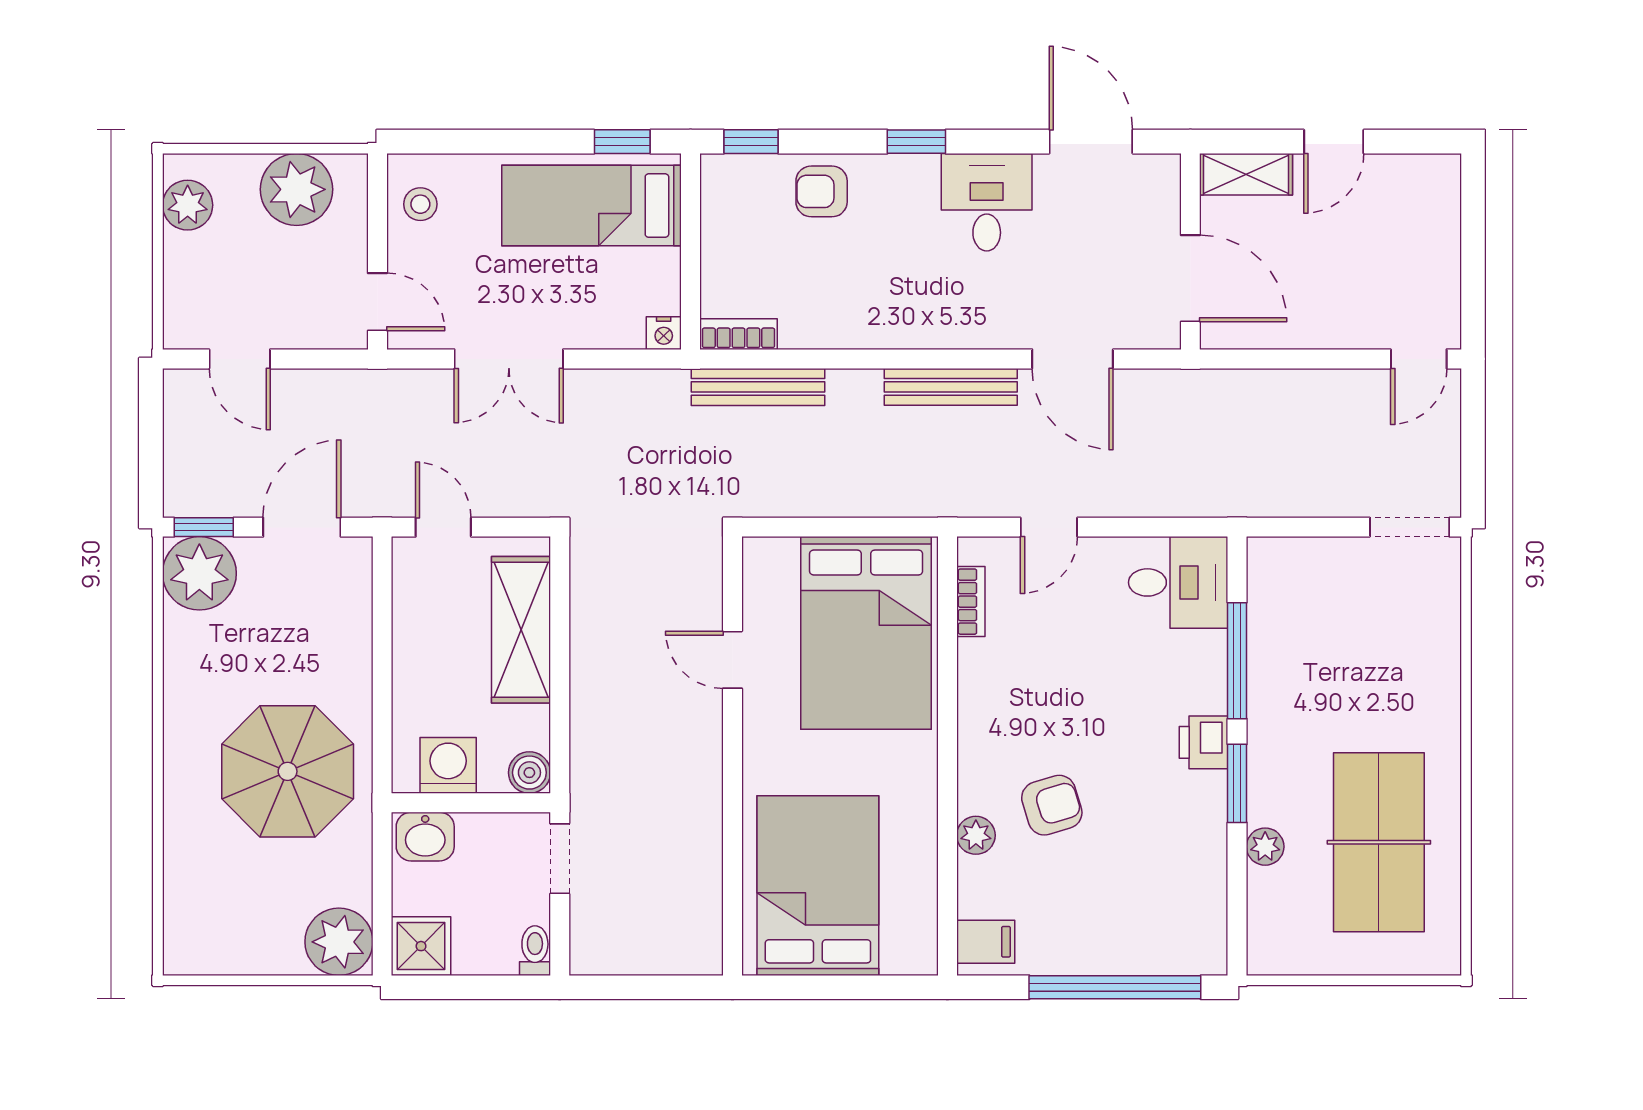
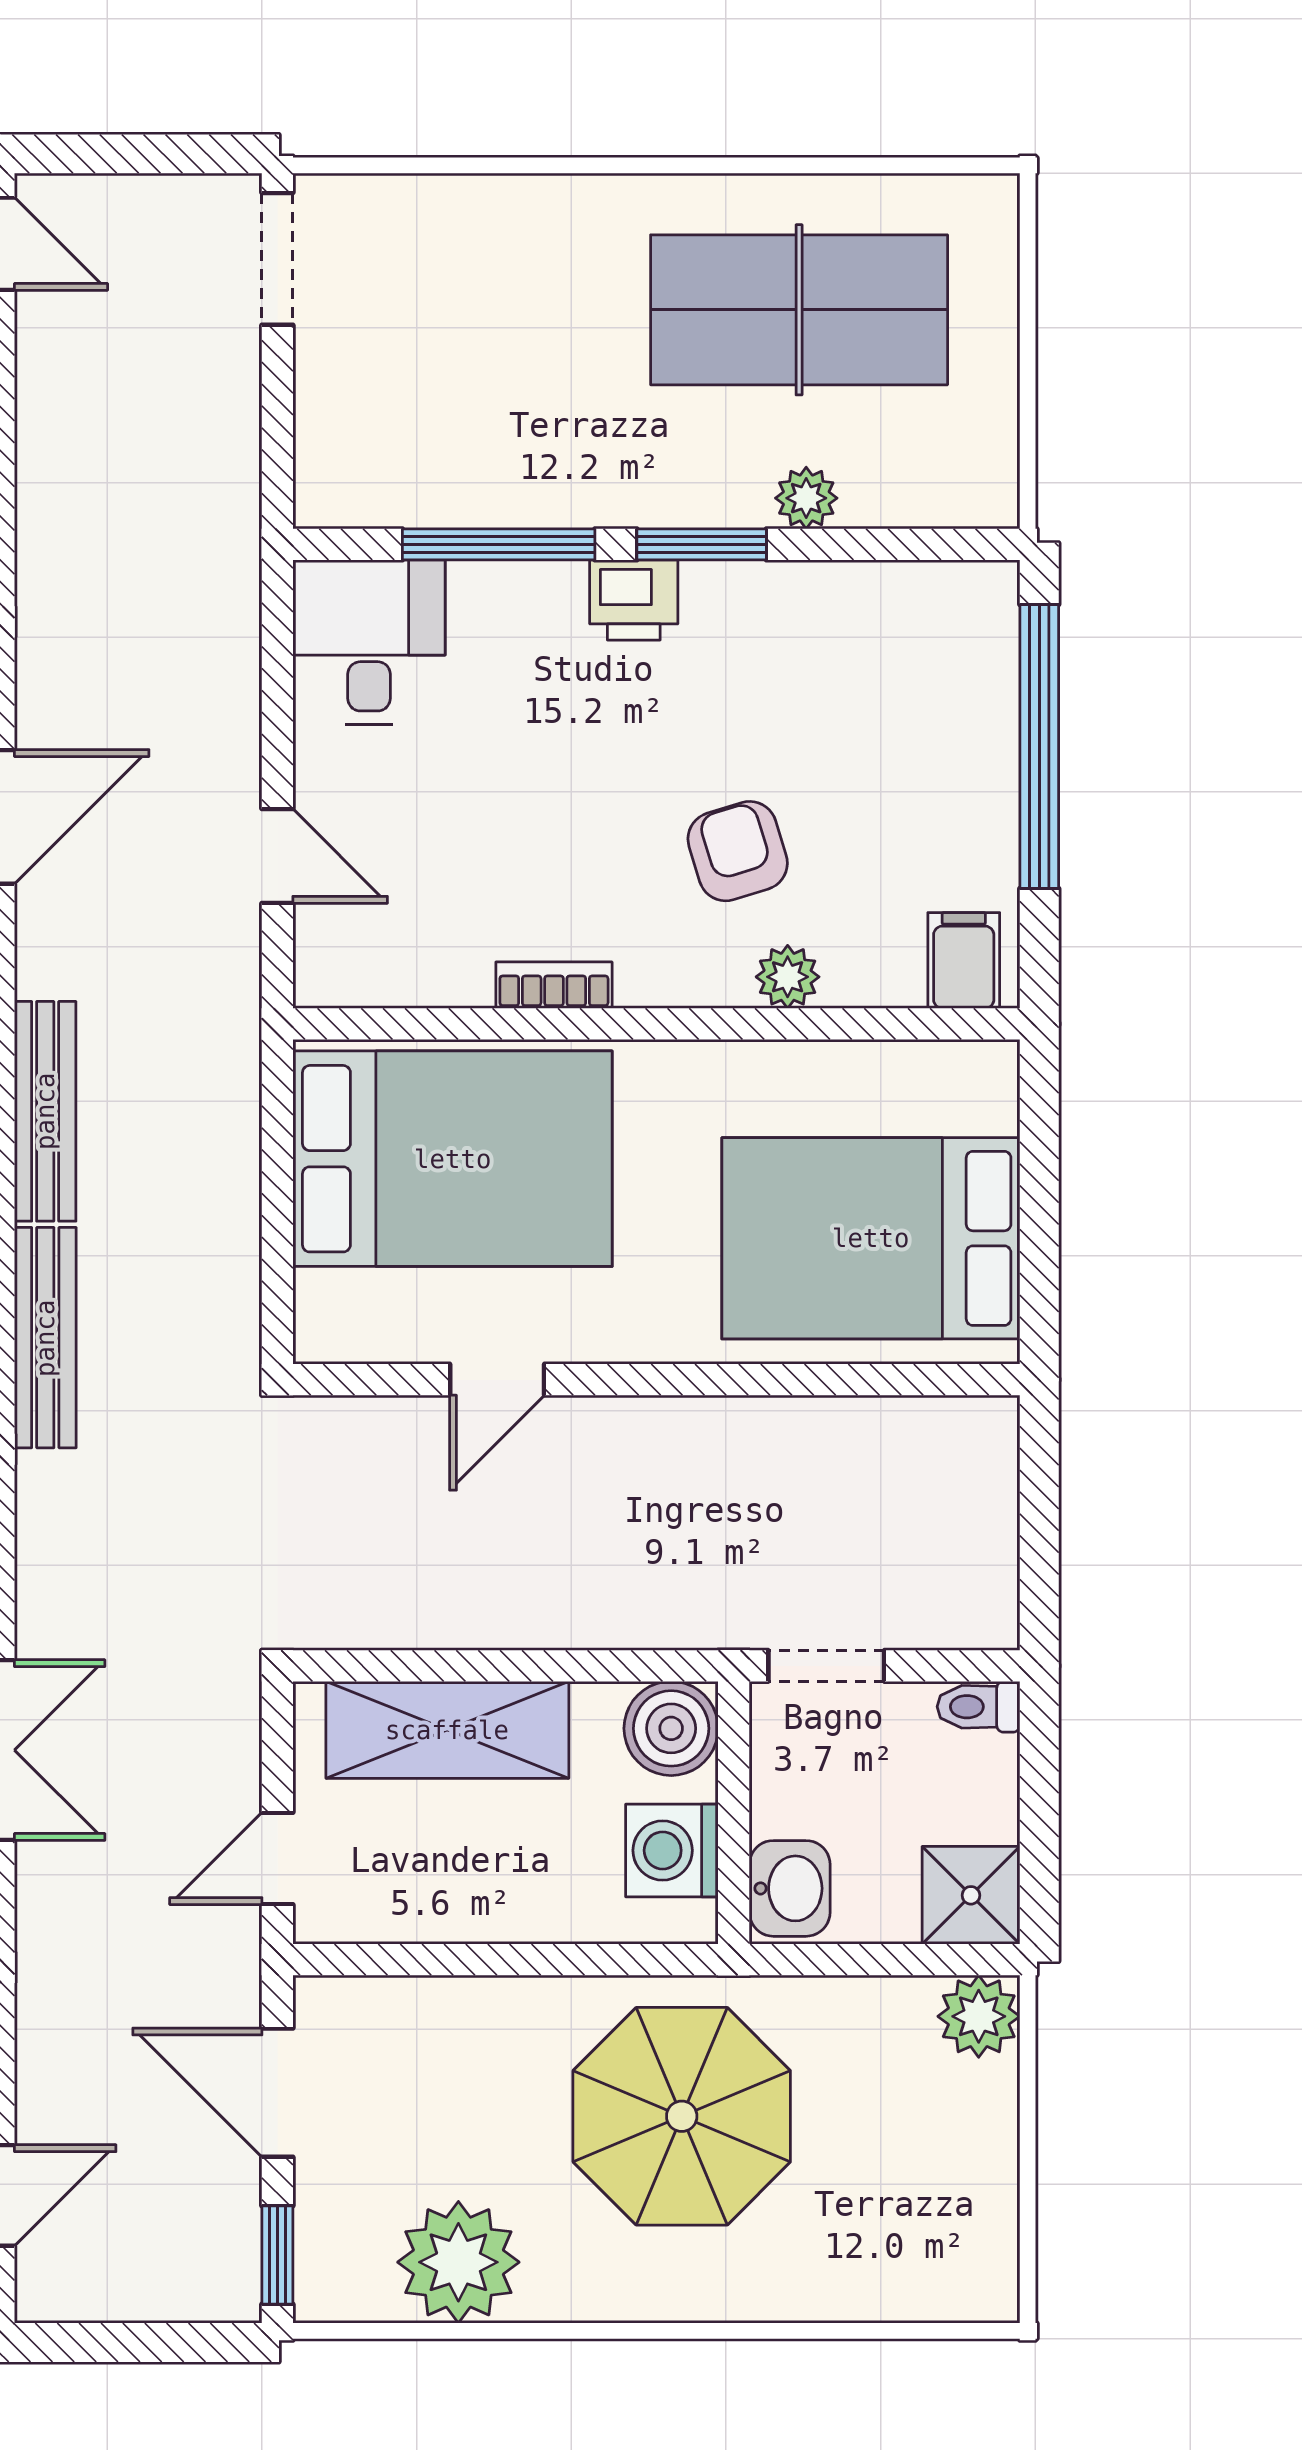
bench: (951, 387) -> (45, 1111), moved
plant: (199, 573) -> (458, 2262), moved
bookcase: (971, 602) -> (554, 985), moved
boiler: (529, 773) -> (671, 1728), width x1.36, depth x1.36
plant: (339, 942) -> (979, 2016), width x0.73, depth x0.73

